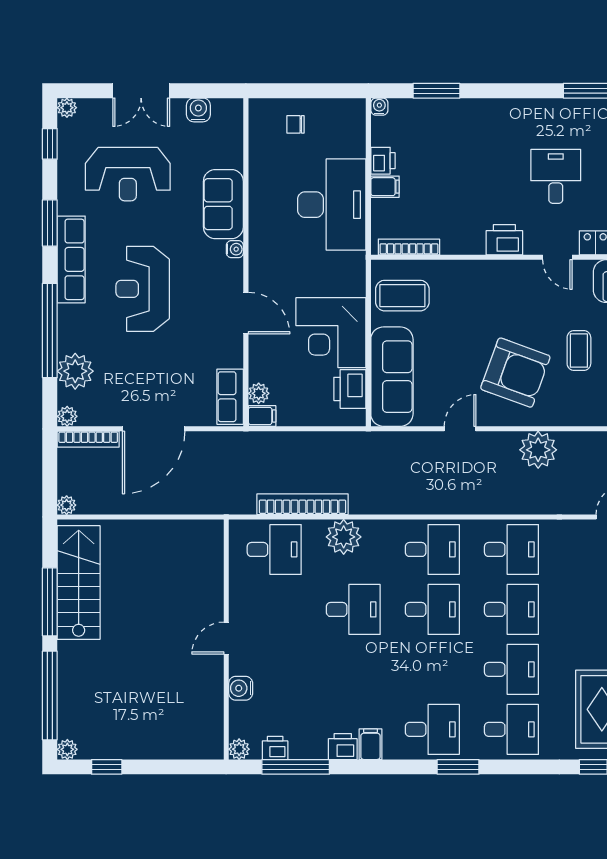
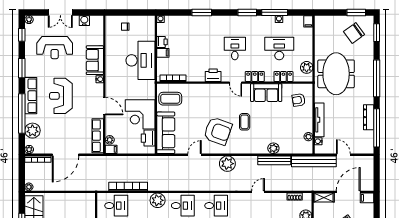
window: (436, 91) -> (202, 12), moved
row of seats: (71, 259) -> (31, 96), moved
row of seats: (230, 397) -> (98, 136), width x1.48
plant: (344, 537) -> (158, 200), moved

